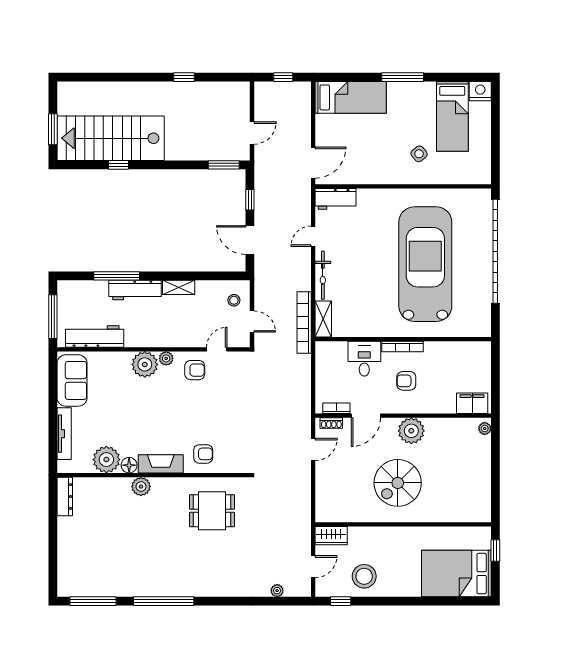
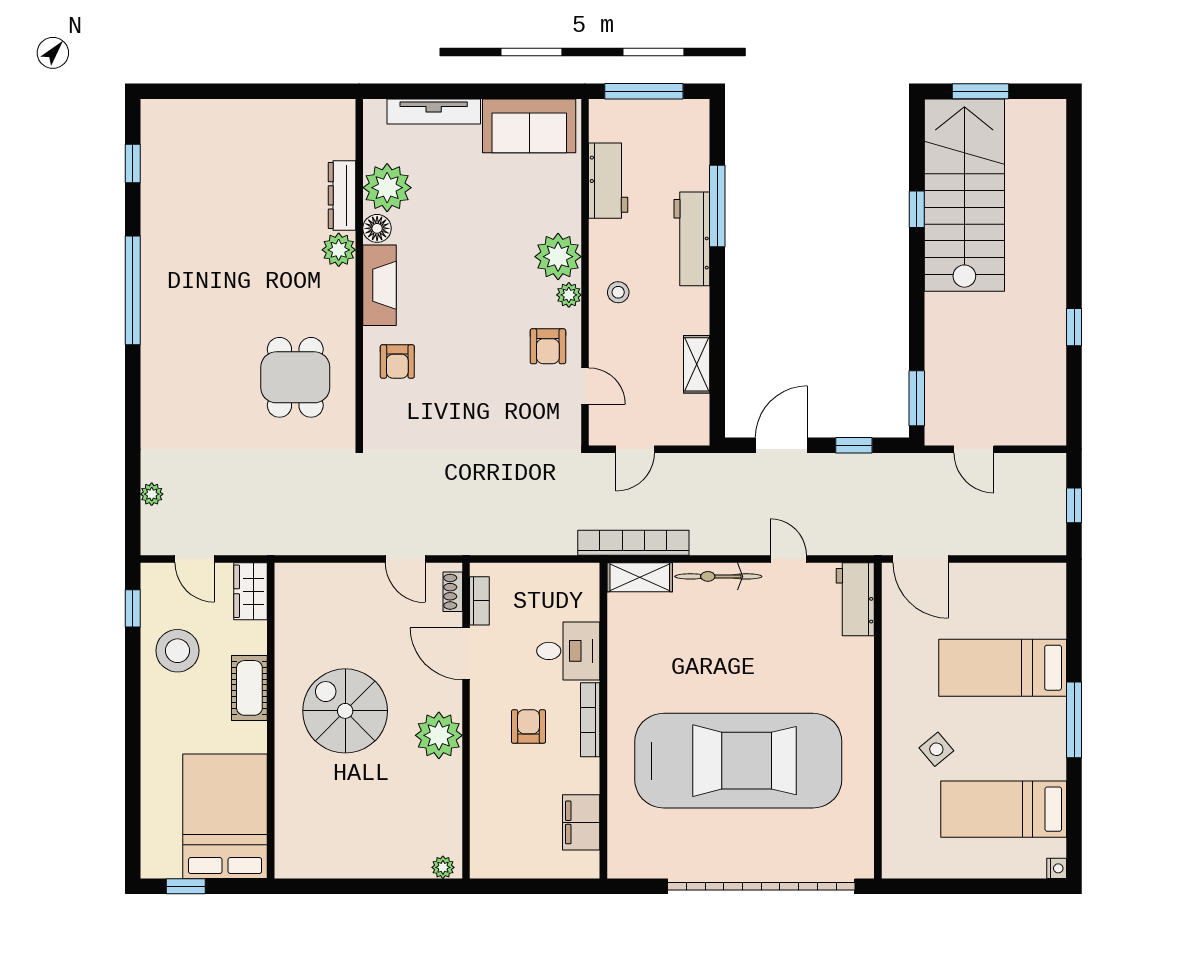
nightstand: (480, 91) -> (1057, 868), width x0.53, depth x0.56
bed: (351, 97) -> (1003, 668), moved, turned 90
shelving: (179, 287) -> (697, 364), moved
stool: (234, 300) -> (618, 292), moved
workbench: (95, 336) -> (608, 181), width x0.73
filing cabinet: (472, 403) -> (581, 822), moved, turned 180
dresser: (65, 497) -> (342, 195), moved, turned 90
cot: (385, 536) -> (249, 688), added
window: (495, 551) -> (186, 886), moved
bed: (456, 574) -> (225, 816), moved
window: (93, 601) -> (133, 163), width x0.46

